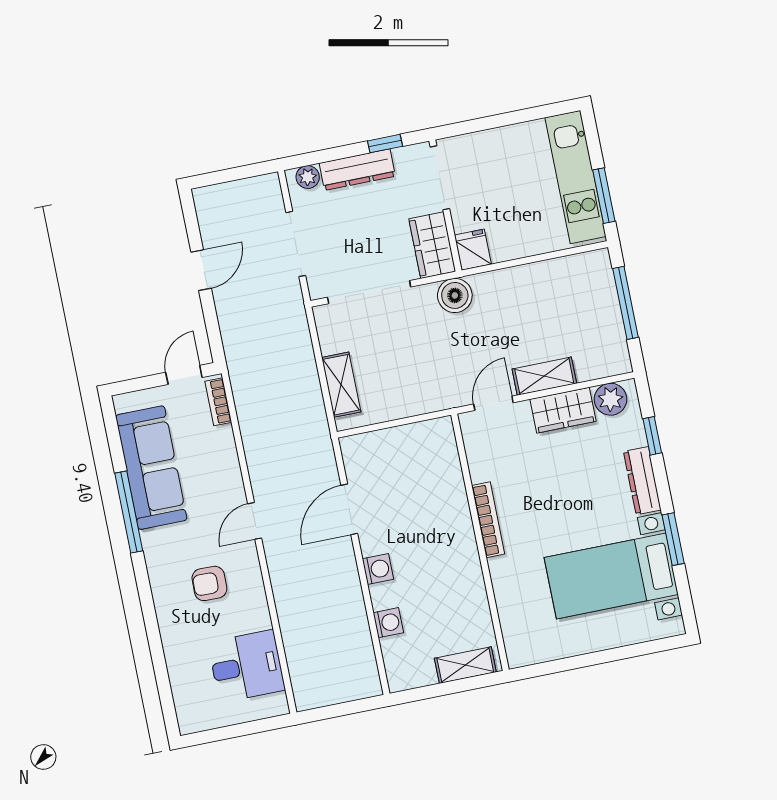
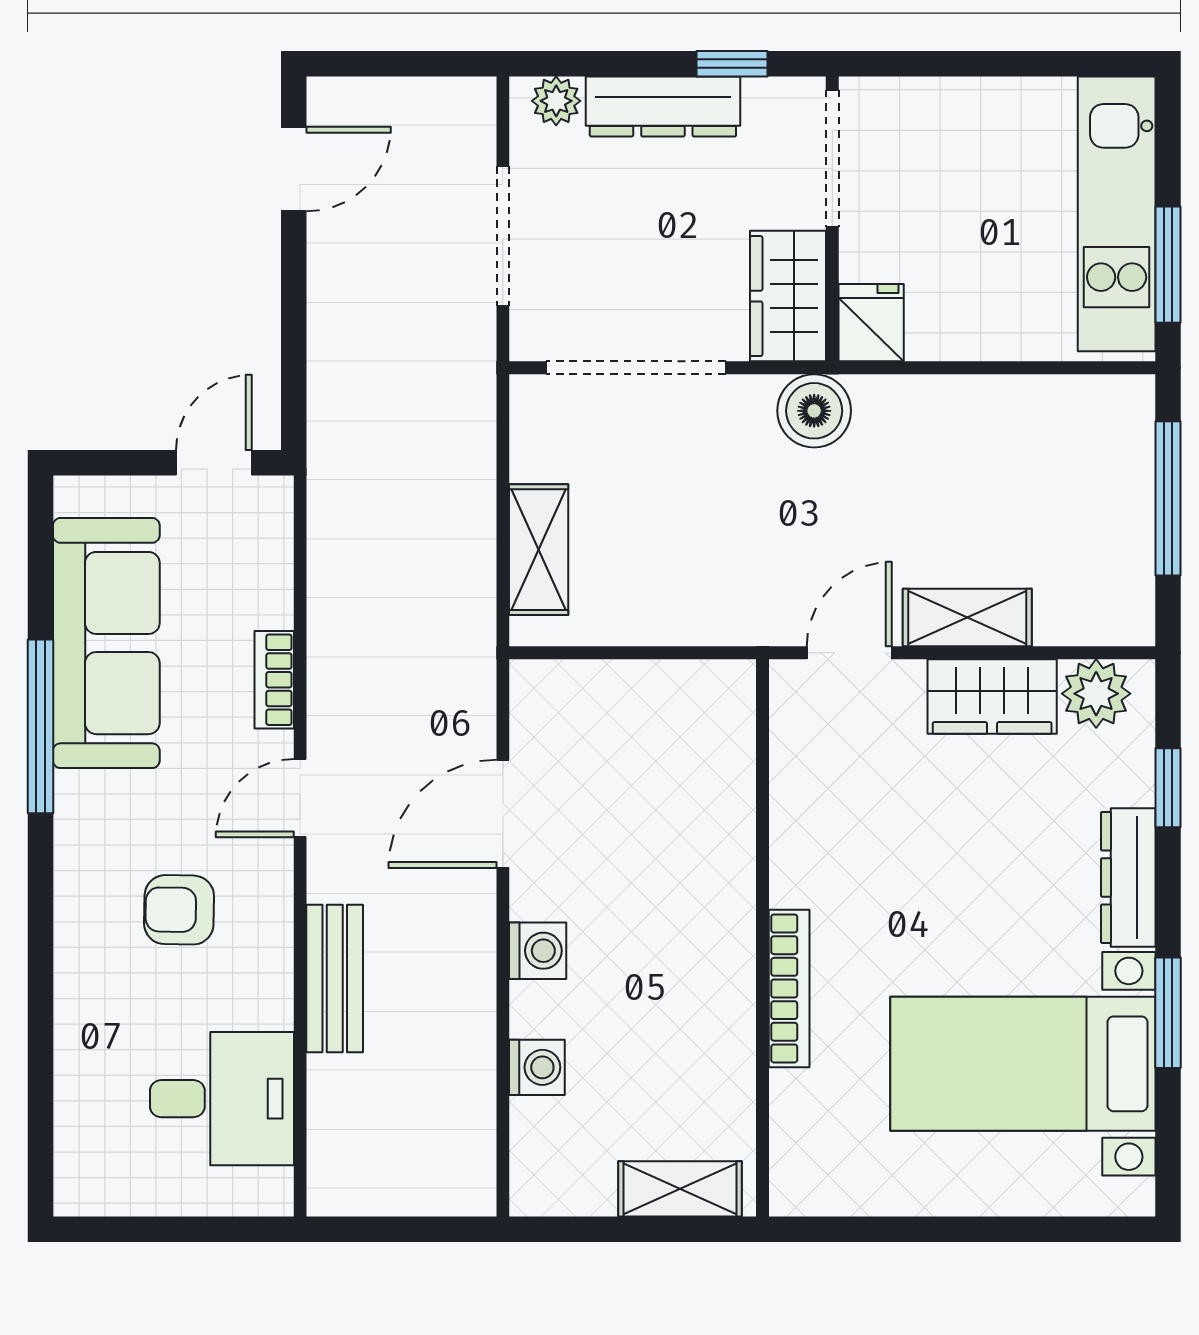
door: (201, 270) -> (294, 169), moved
bookcase: (218, 402) -> (274, 680), moved
bookcase: (488, 520) -> (789, 988), moved
bench: (287, 601) -> (335, 979), added

